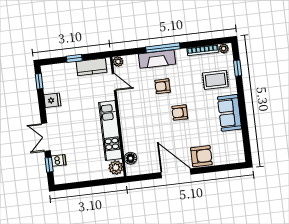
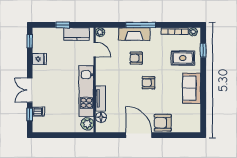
tv unit: (127, 137) -> (101, 98), added
armchair: (201, 156) -> (163, 123), turned 180

